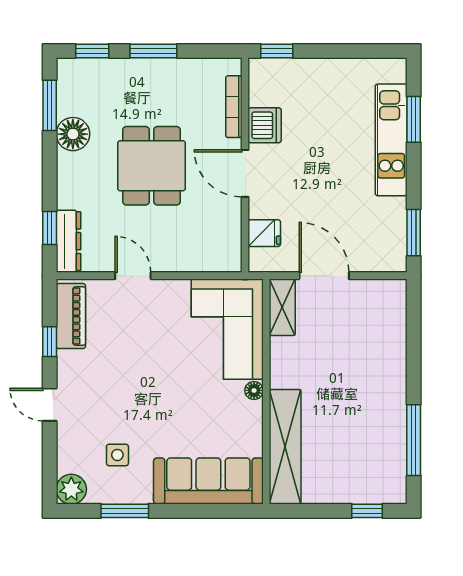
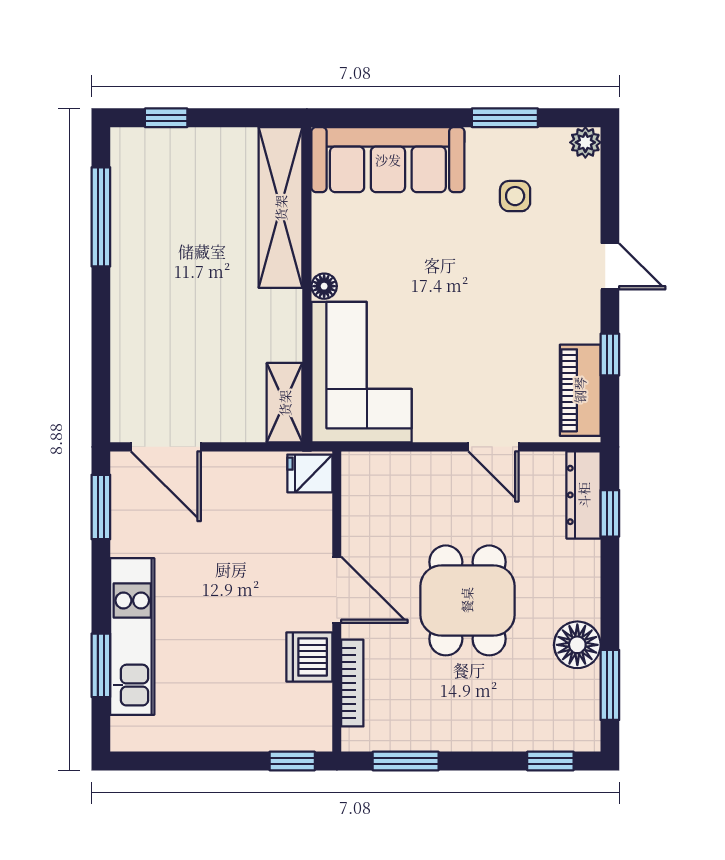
window: (153, 51) -> (406, 761), moved
fridge: (264, 233) -> (310, 473), moved
door: (324, 276) -> (166, 447), moved
plant: (71, 489) -> (585, 142), width x0.73, depth x0.73

